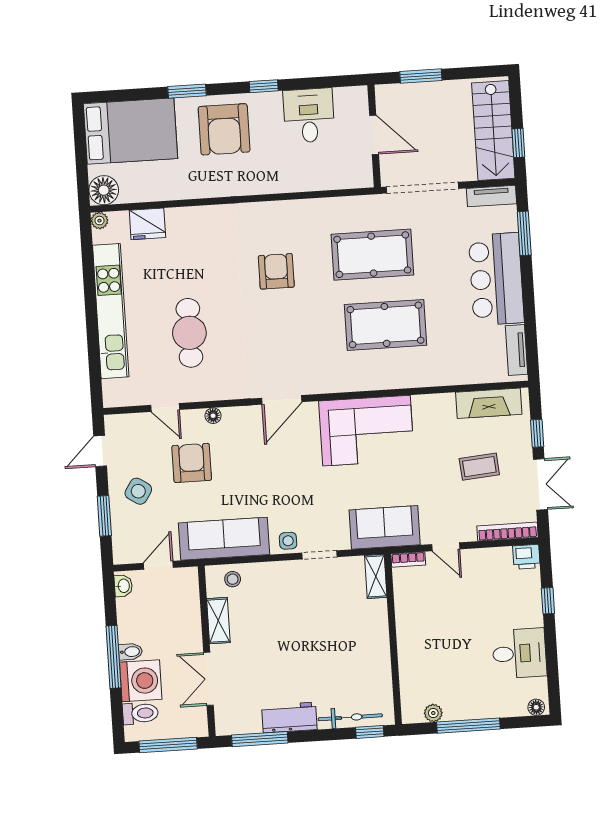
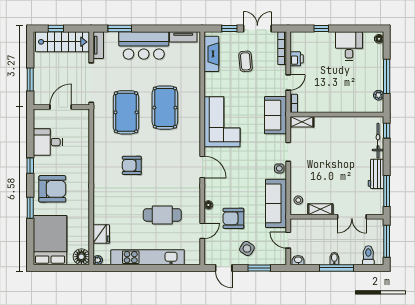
window: (518, 143) -> (56, 29), moved
printer: (526, 557) -> (297, 59), moved
washing machine: (141, 681) -> (351, 254), removed

